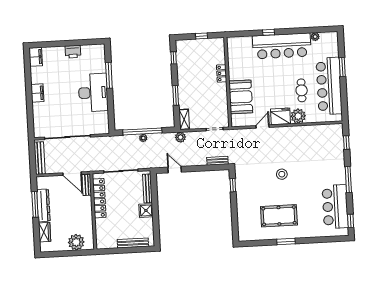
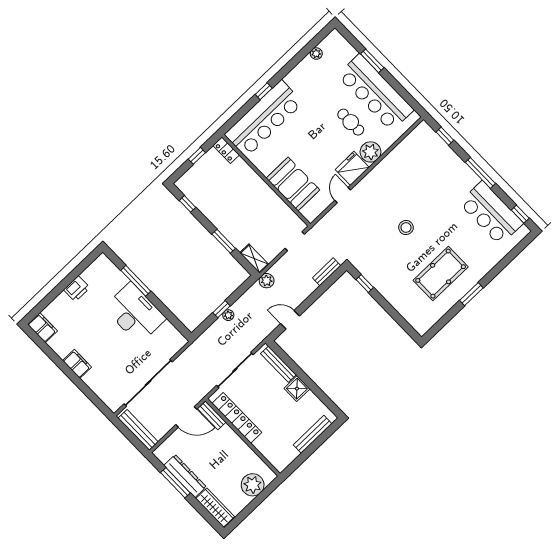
bar counter: (282, 46) -> (264, 119), moved
locker: (222, 73) -> (226, 150), moved
window: (142, 131) -> (221, 309), width x0.32
wardrobe: (45, 232) -> (215, 508), width x1.50

